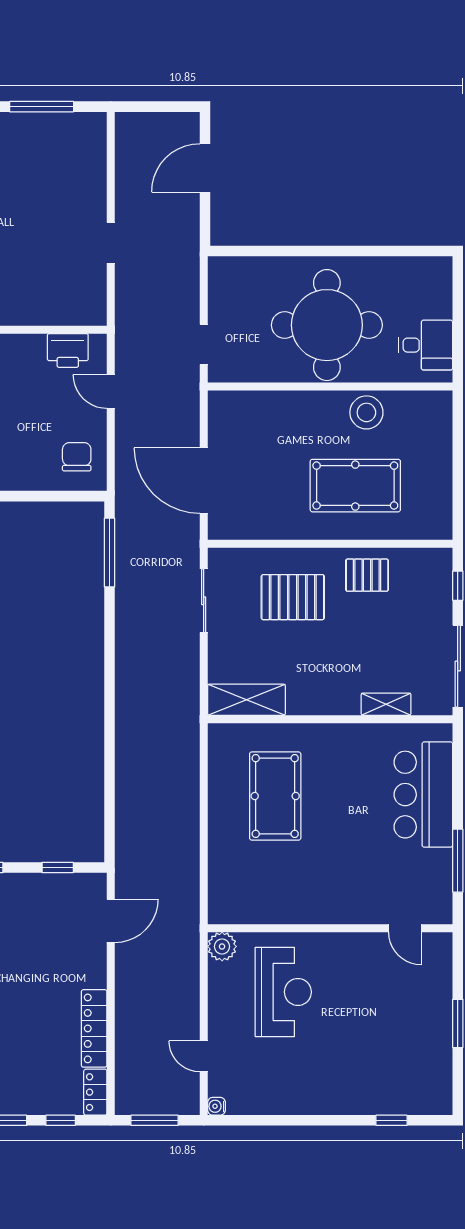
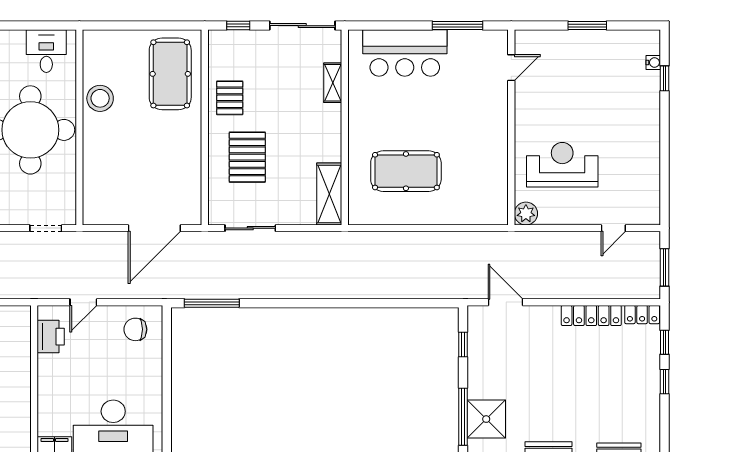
pool table: (355, 486) -> (170, 74), moved
water cooler: (216, 1106) -> (653, 63), moved, turned -90

